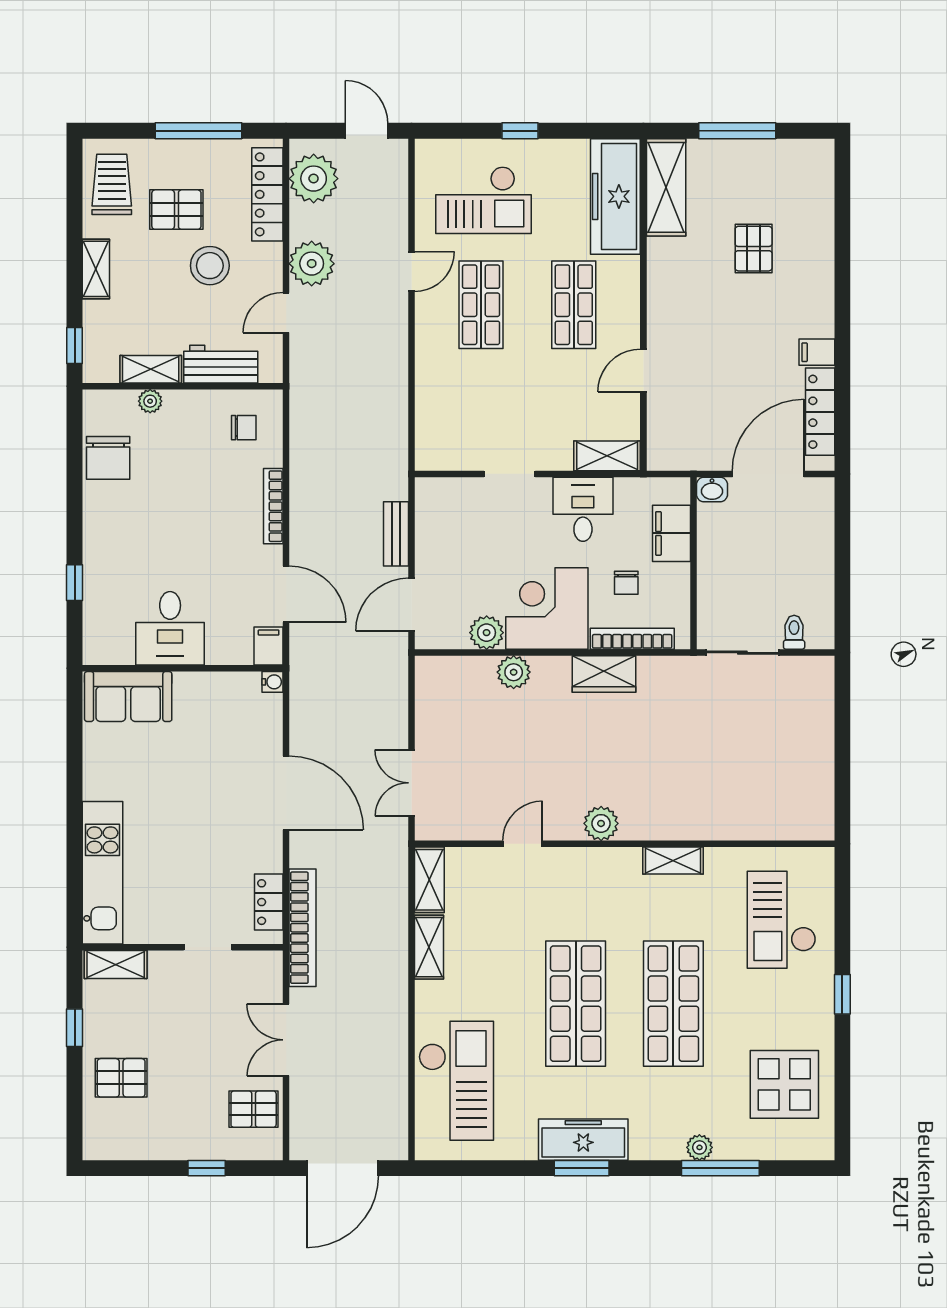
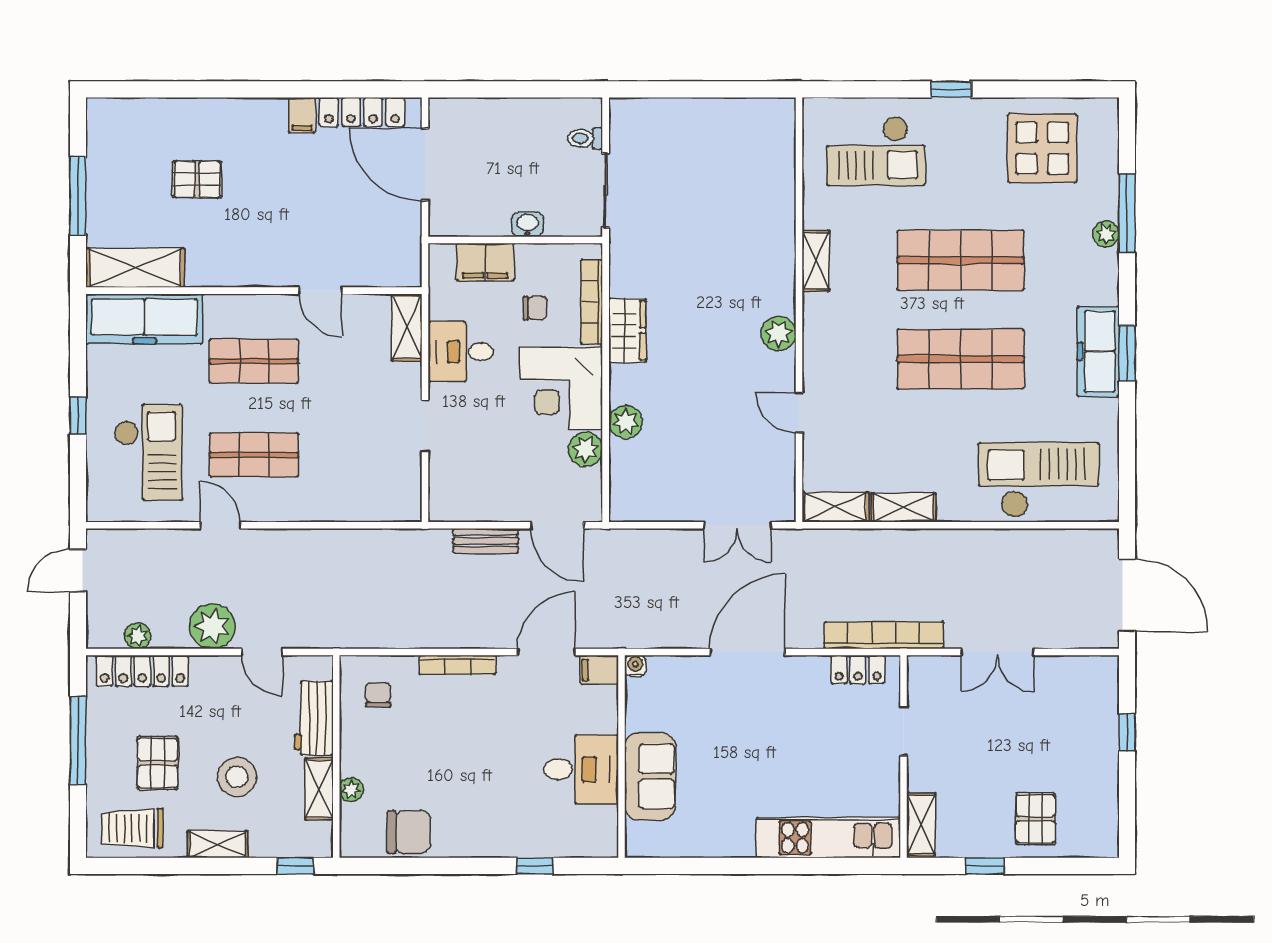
plant: (314, 179) -> (138, 636), width x0.53, depth x0.53
stool: (210, 266) -> (237, 777), moved
washbasin: (712, 490) -> (527, 224), moved, turned -90
sofa: (128, 697) -> (650, 776), moved
pallet: (254, 1109) -> (1067, 685), removed

